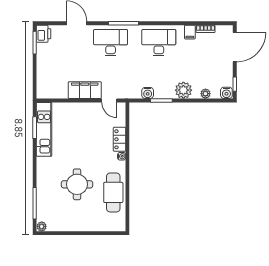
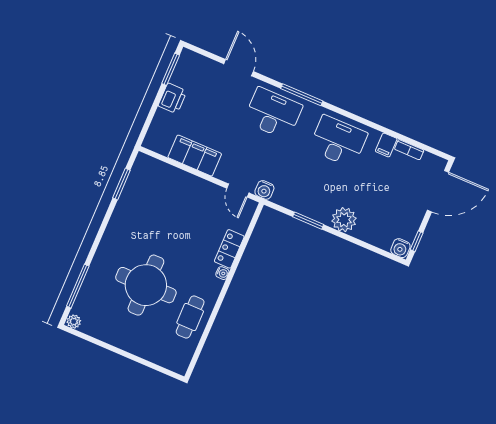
printer: (44, 34) -> (173, 98), moved
filing cabinet: (85, 90) -> (195, 156), moved
water cooler: (148, 93) -> (264, 190), moved
plant: (205, 94) -> (372, 237), removed
kitchen unit: (44, 129) -> (133, 192), removed
round table: (77, 184) -> (146, 285), width x1.36, depth x1.36
cafe table: (113, 192) -> (190, 317), width x0.73, depth x0.74

